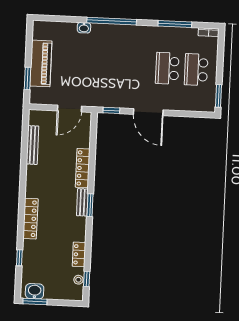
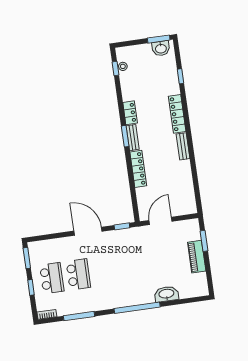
washbasin: (84, 28) -> (166, 294), width x1.91, depth x1.45
piano: (41, 63) -> (197, 257), width x0.73, depth x0.75
window: (220, 64) -> (31, 287), added
bench: (32, 145) -> (183, 146), moved, width x0.73
locker: (79, 254) -> (130, 113), moved

